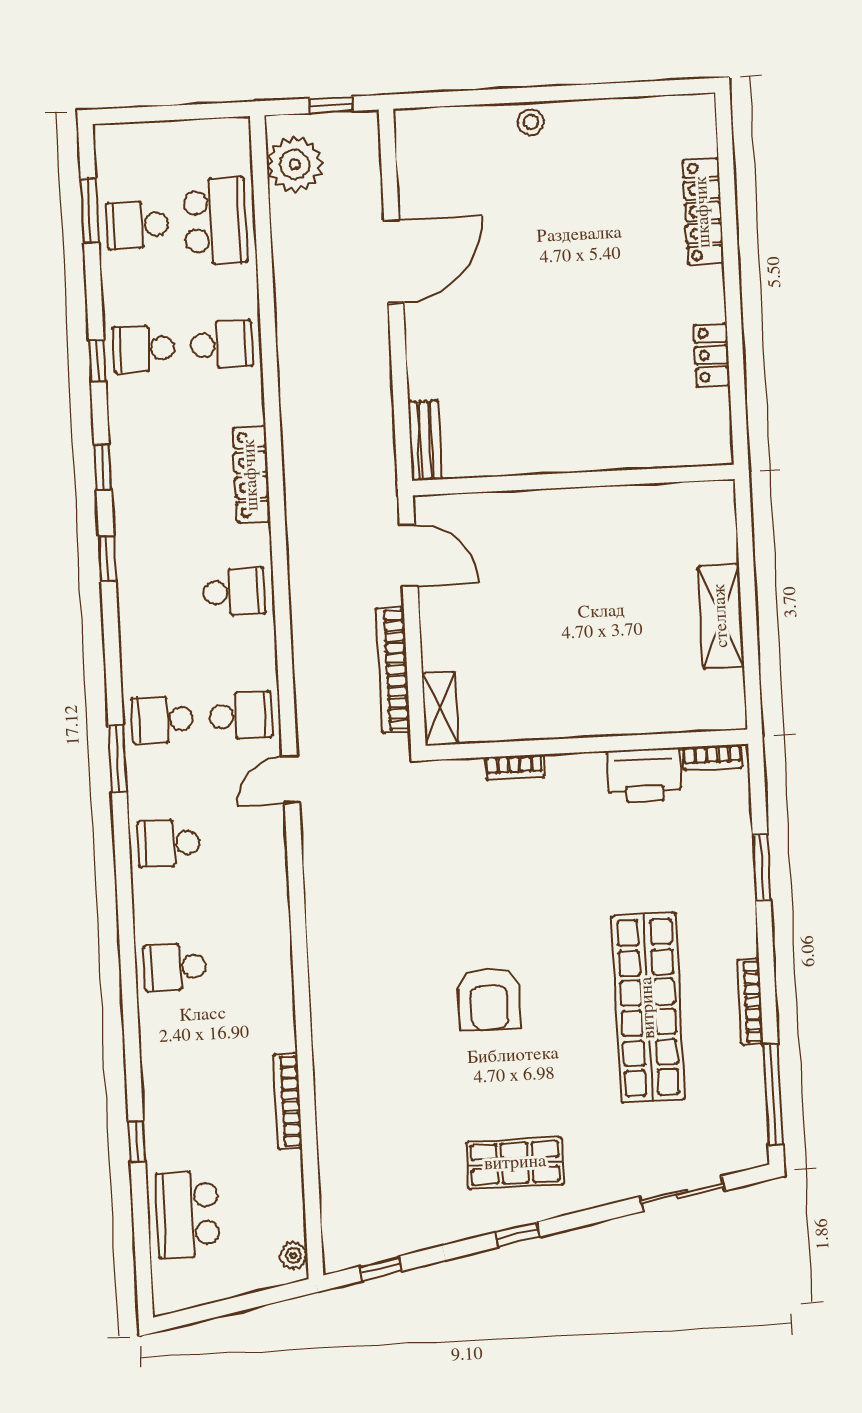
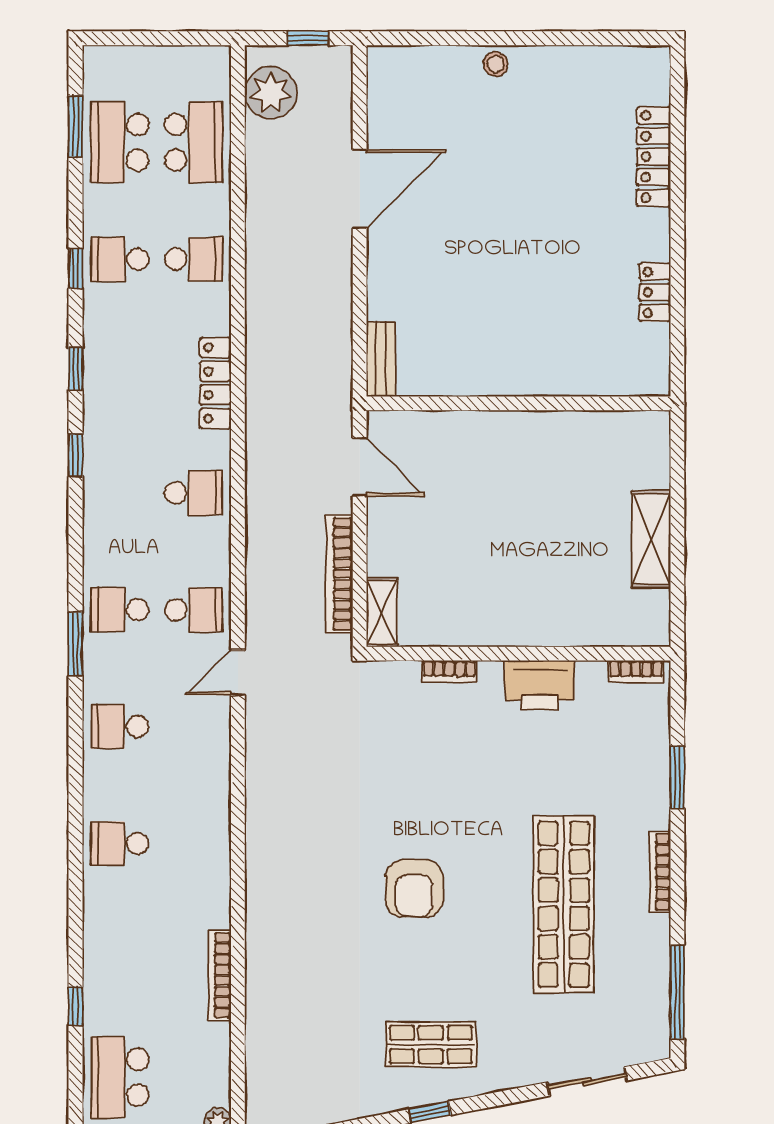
school desk: (137, 225) -> (120, 142), width x1.85
printer: (644, 775) -> (540, 685), moved
bookcase: (750, 1002) -> (660, 872), moved

